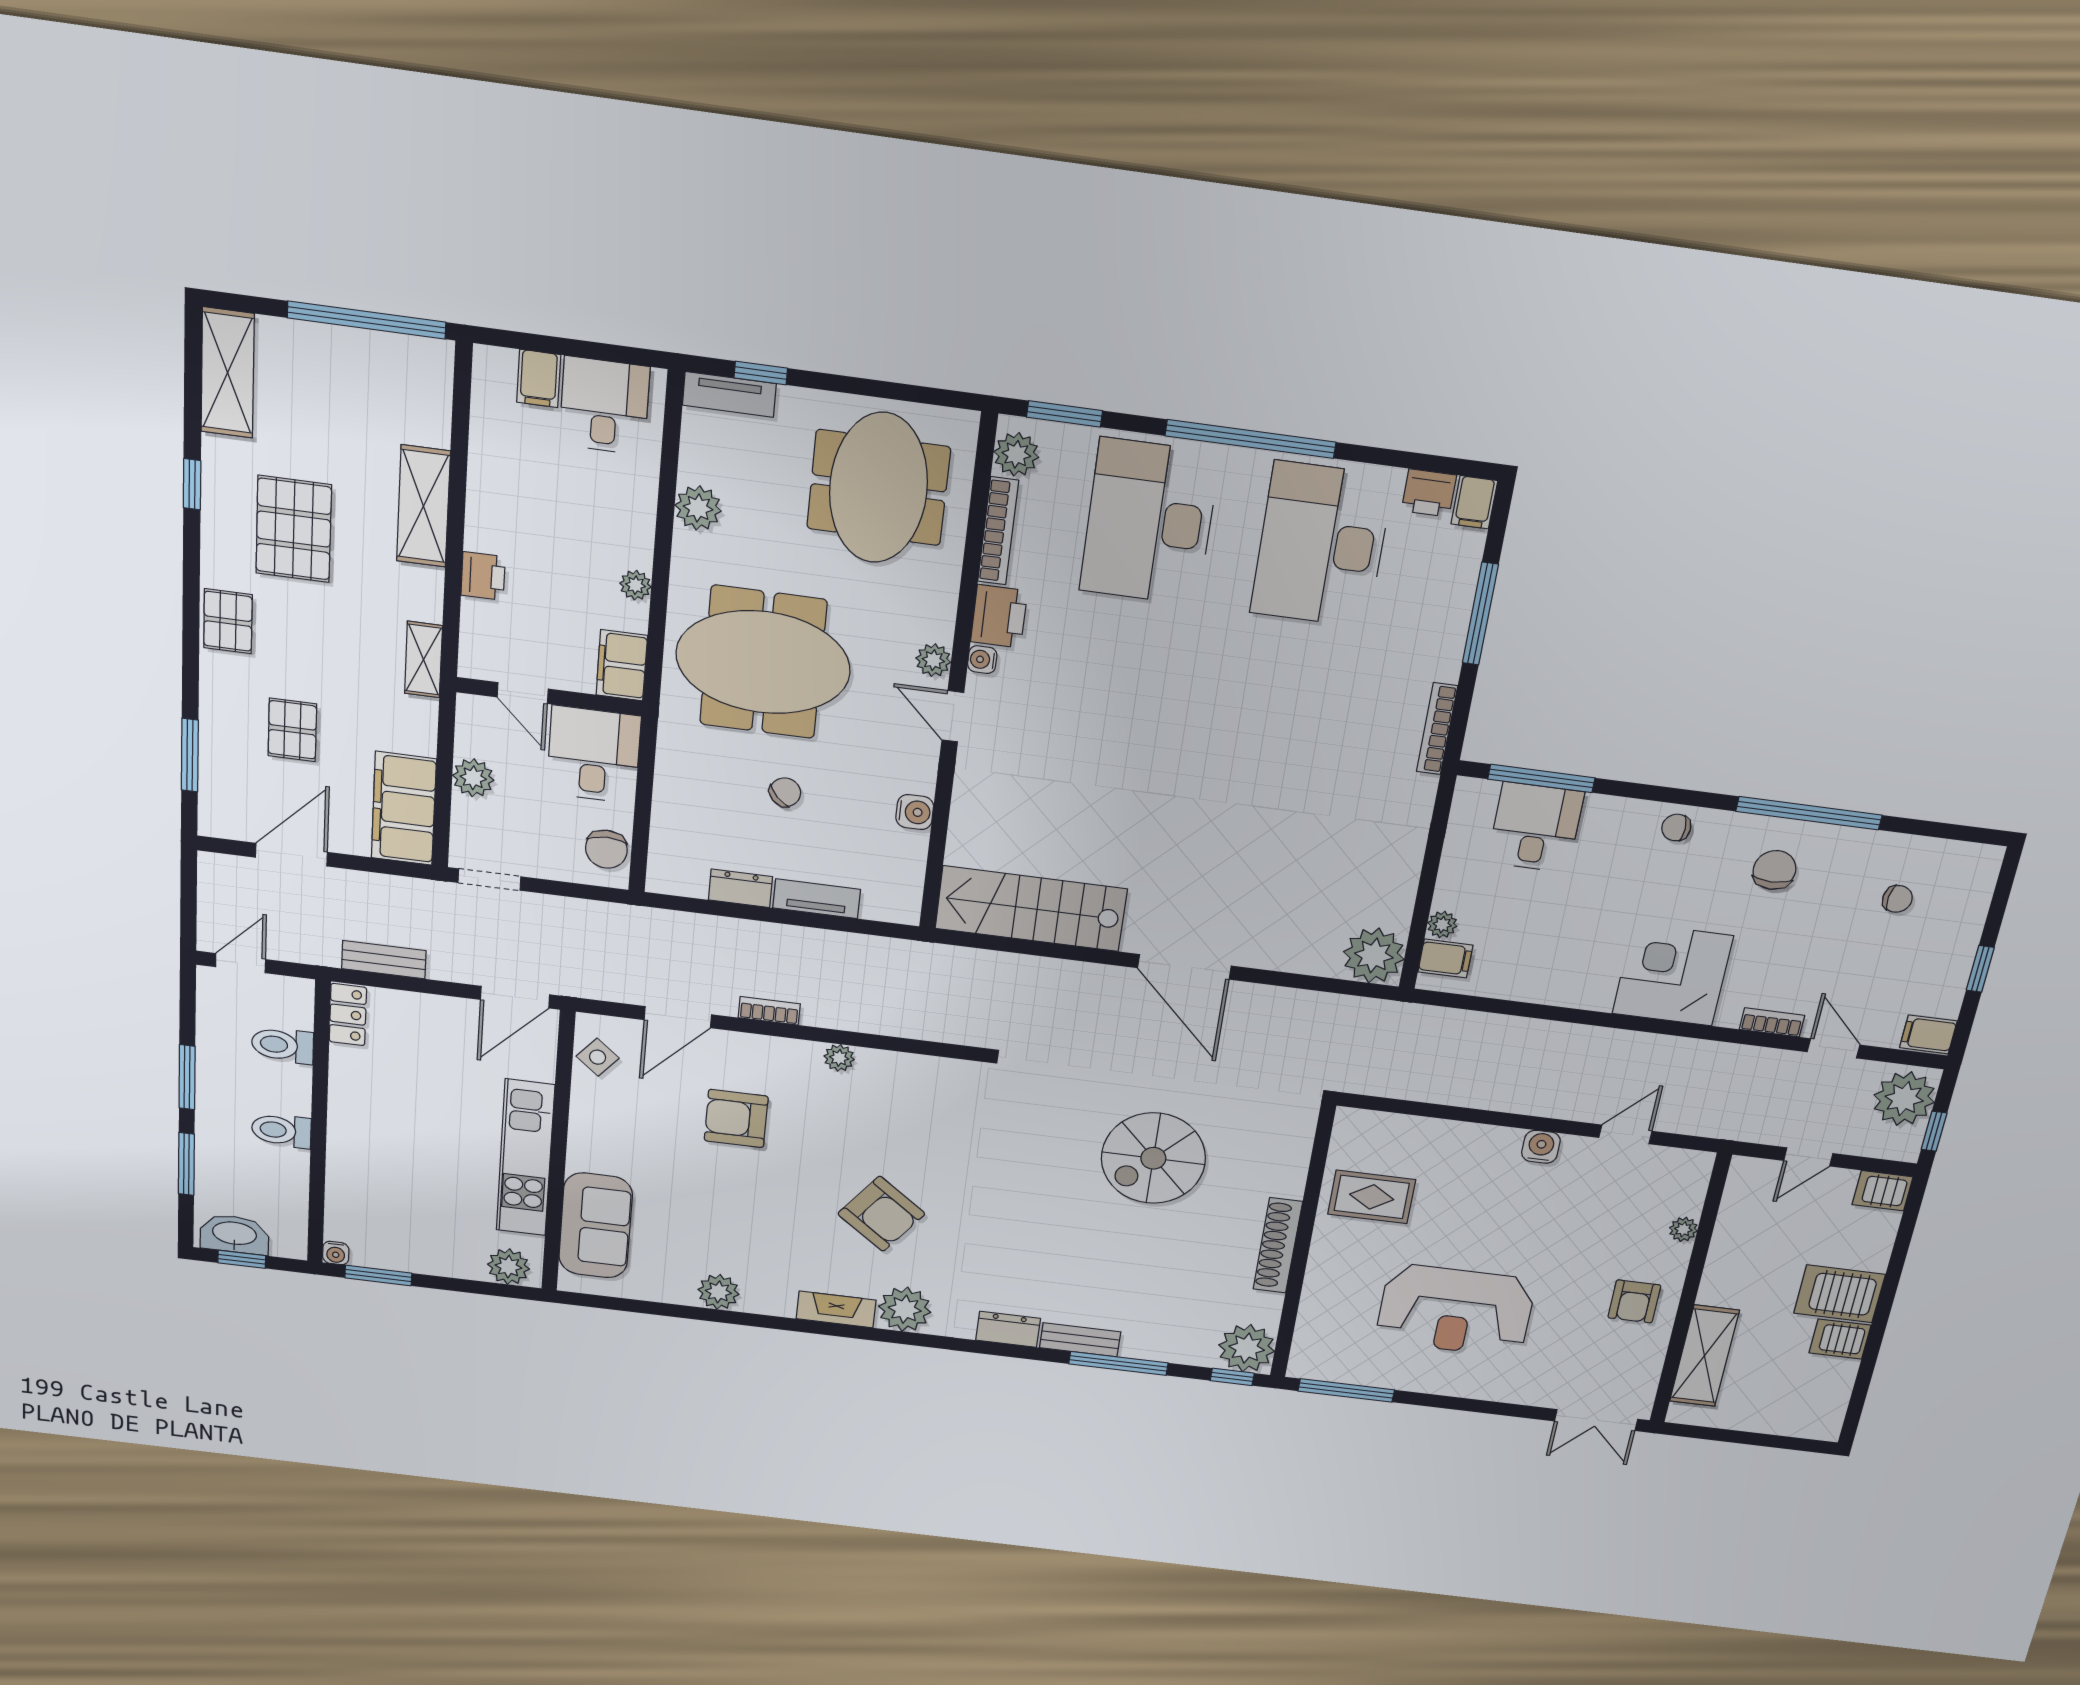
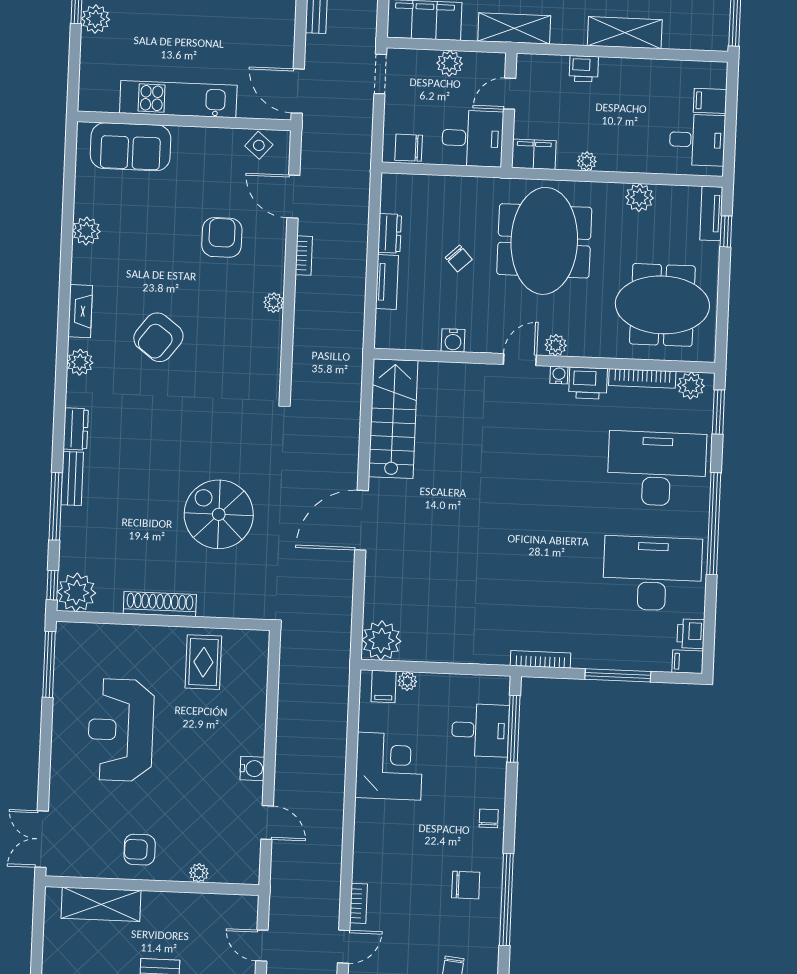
shelving: (423, 660) -> (514, 28), width x1.50, depth x1.33
corner desk: (1673, 975) -> (389, 766), moved
plant: (508, 1267) -> (95, 19), moved
plant: (905, 1309) -> (80, 362), width x0.73, depth x0.73

